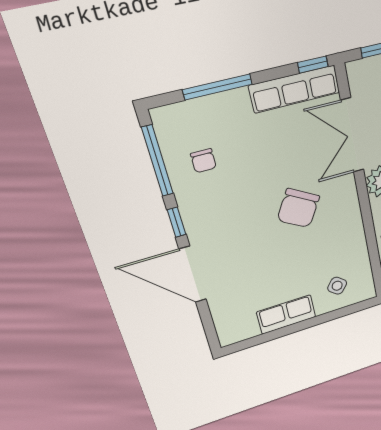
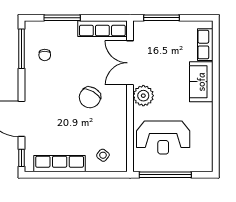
window: (313, 65) -> (115, 18), removed
window: (176, 222) -> (22, 158), moved
row of seats: (286, 314) -> (60, 164), width x1.48

